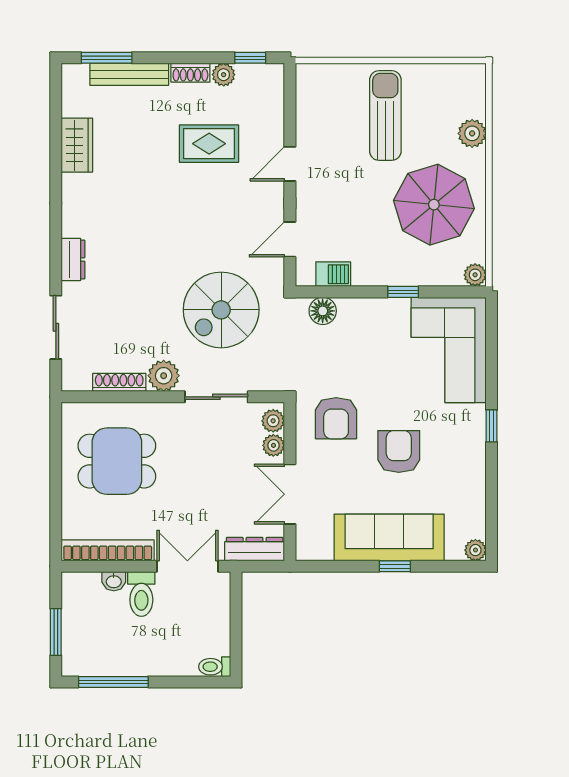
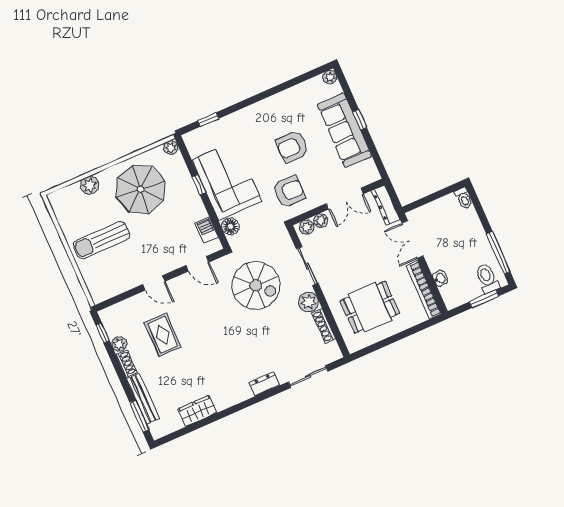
corner sofa: (449, 350) -> (227, 181), moved, turned -90
window: (492, 426) -> (208, 120), moved
dining table: (117, 461) -> (370, 307), turned 90
toilet: (141, 594) -> (487, 278), moved, turned -90

